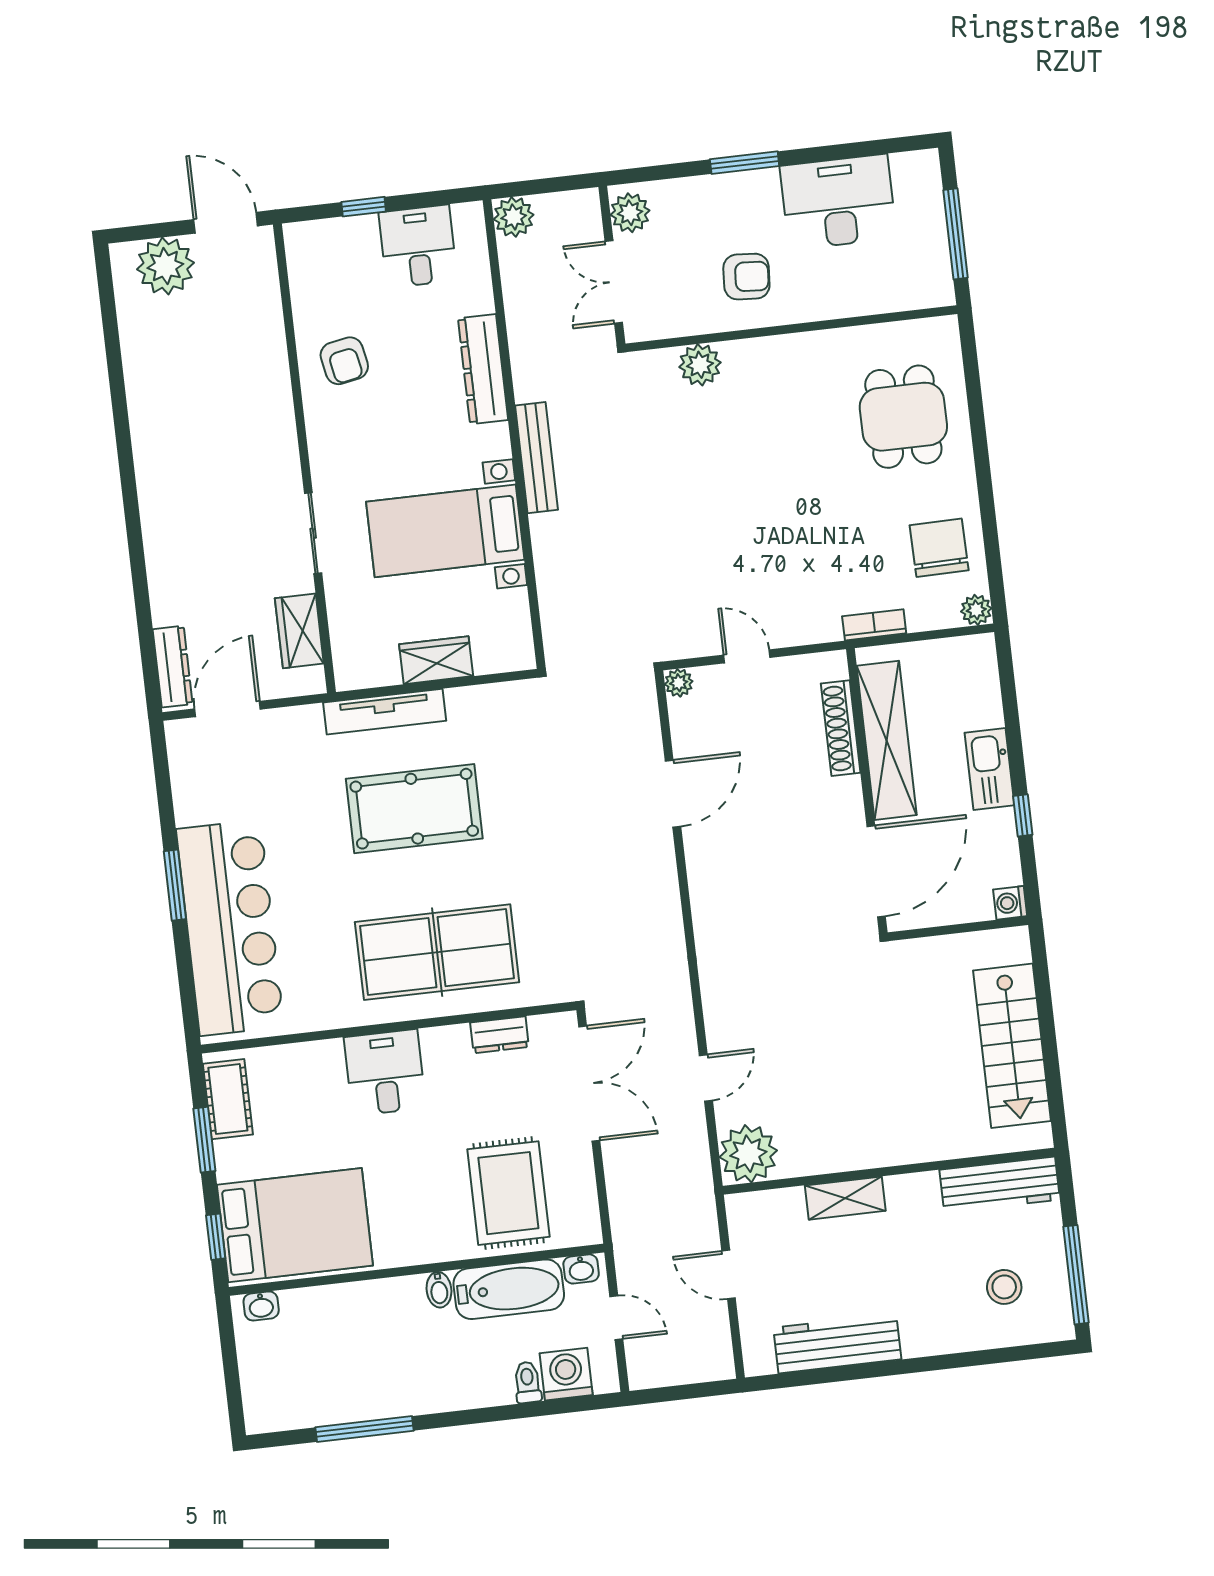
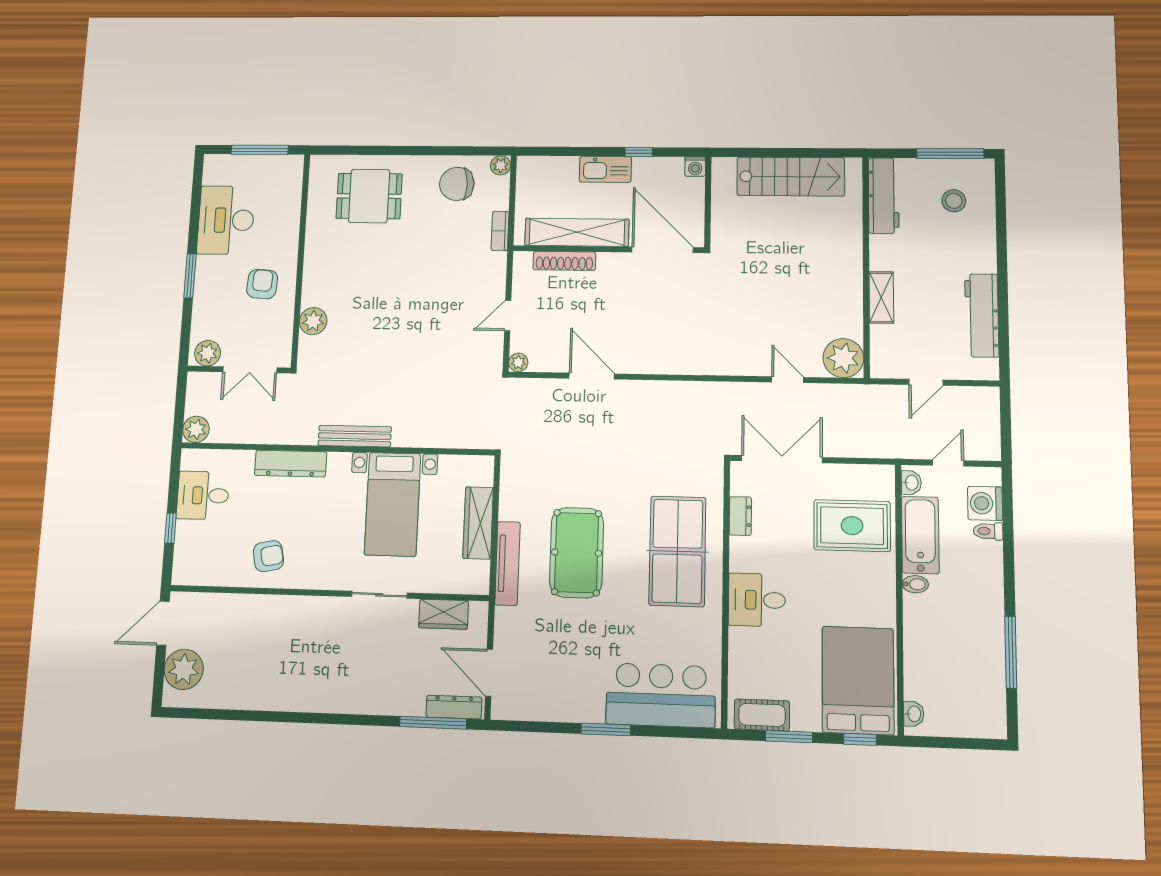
window: (147, 641) -> (433, 723), added
wardrobe: (436, 660) -> (478, 523), width x1.50
bar counter: (230, 928) -> (661, 695), width x0.73

